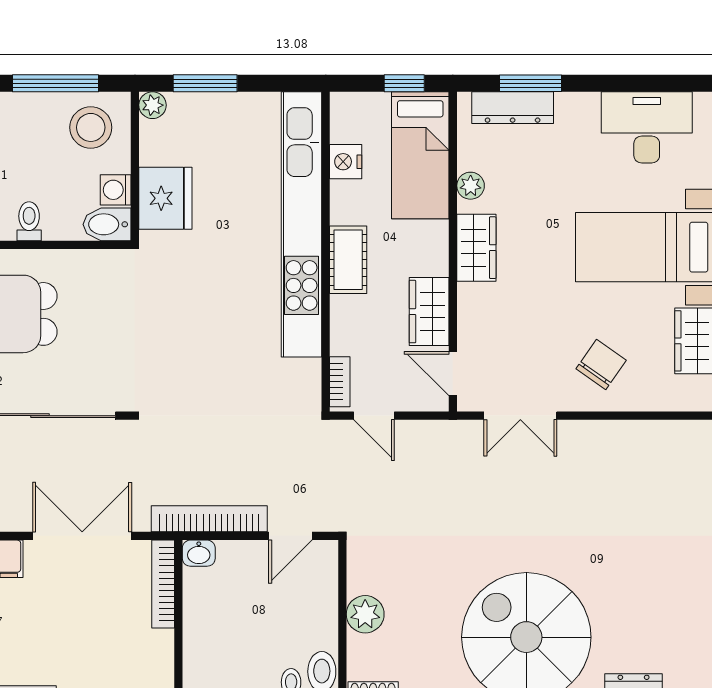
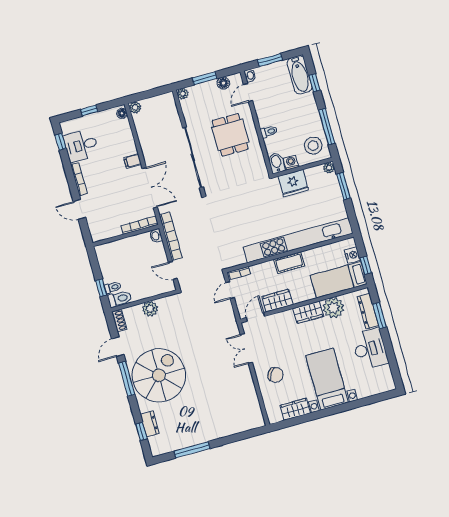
desk: (647, 127) -> (370, 349), moved
nightstand: (346, 162) -> (352, 255), moved, turned 90
plant: (471, 186) -> (333, 308), width x1.88, depth x1.88

